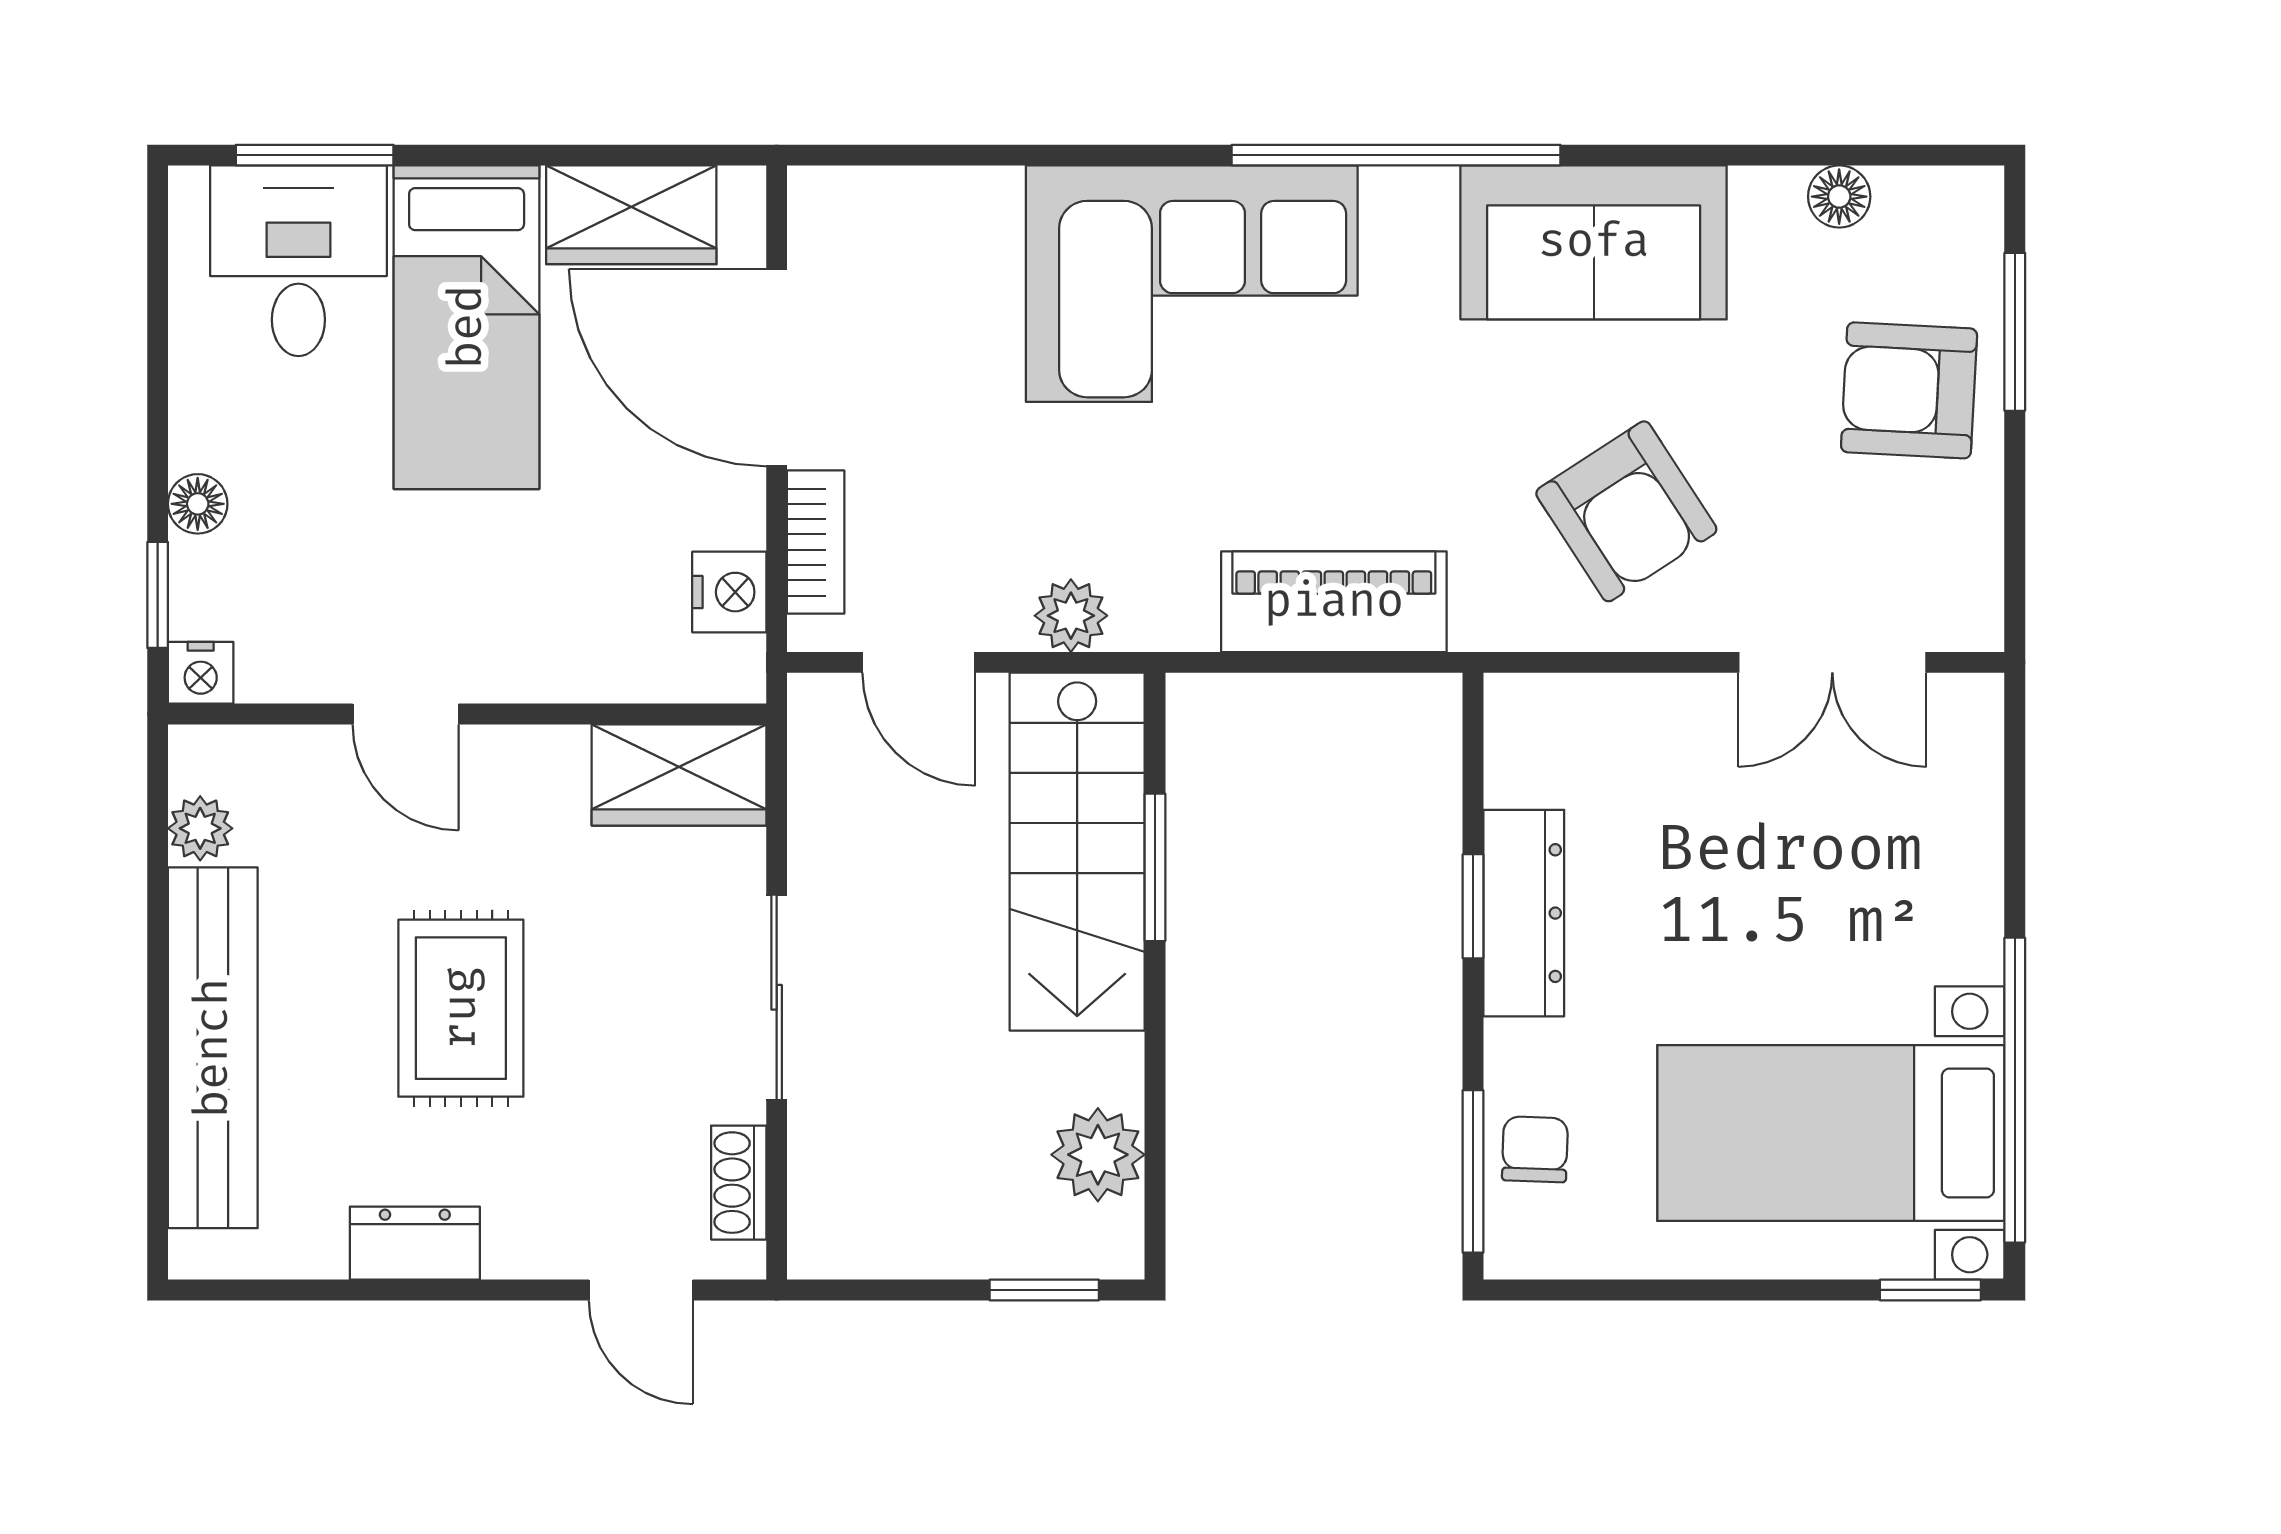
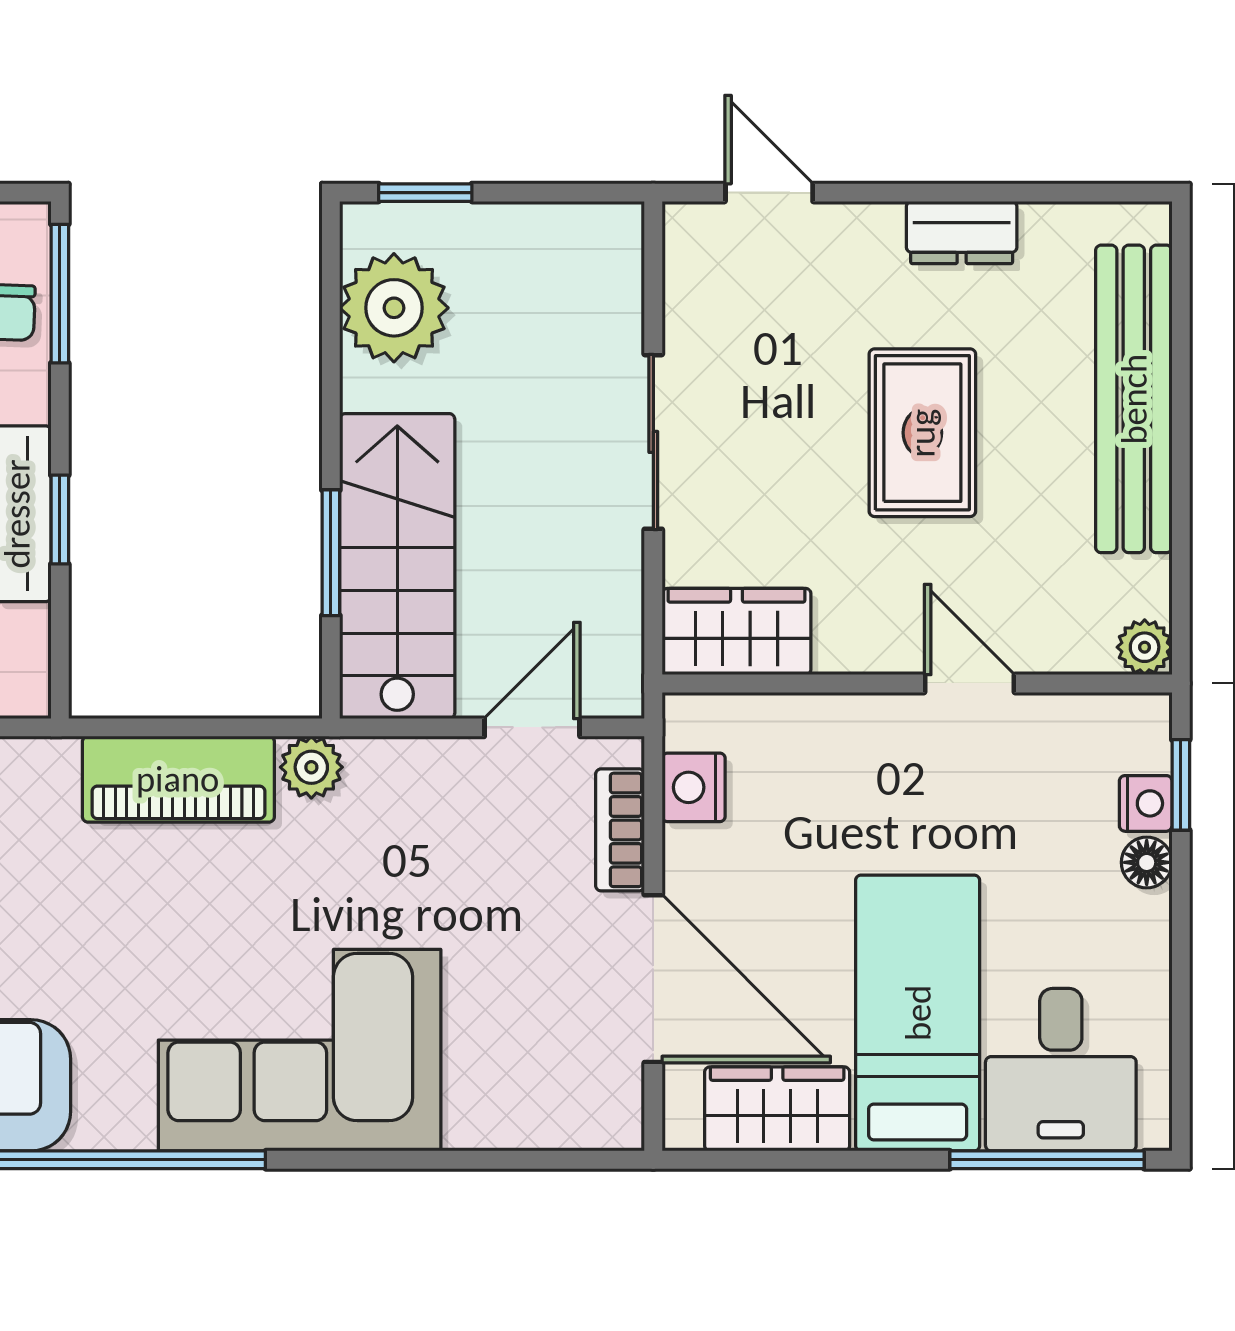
window: (315, 155) -> (1047, 1160), width x1.44
plant: (1071, 616) -> (311, 767), moved
door: (919, 662) -> (532, 727), hinge flipped
nightstand: (201, 673) -> (1146, 803), moved, turned 90
plant: (200, 828) -> (1145, 647), moved
plant: (1098, 1155) -> (394, 308), width x1.36, depth x1.36
shoe rack: (739, 1183) -> (686, 284), removed

